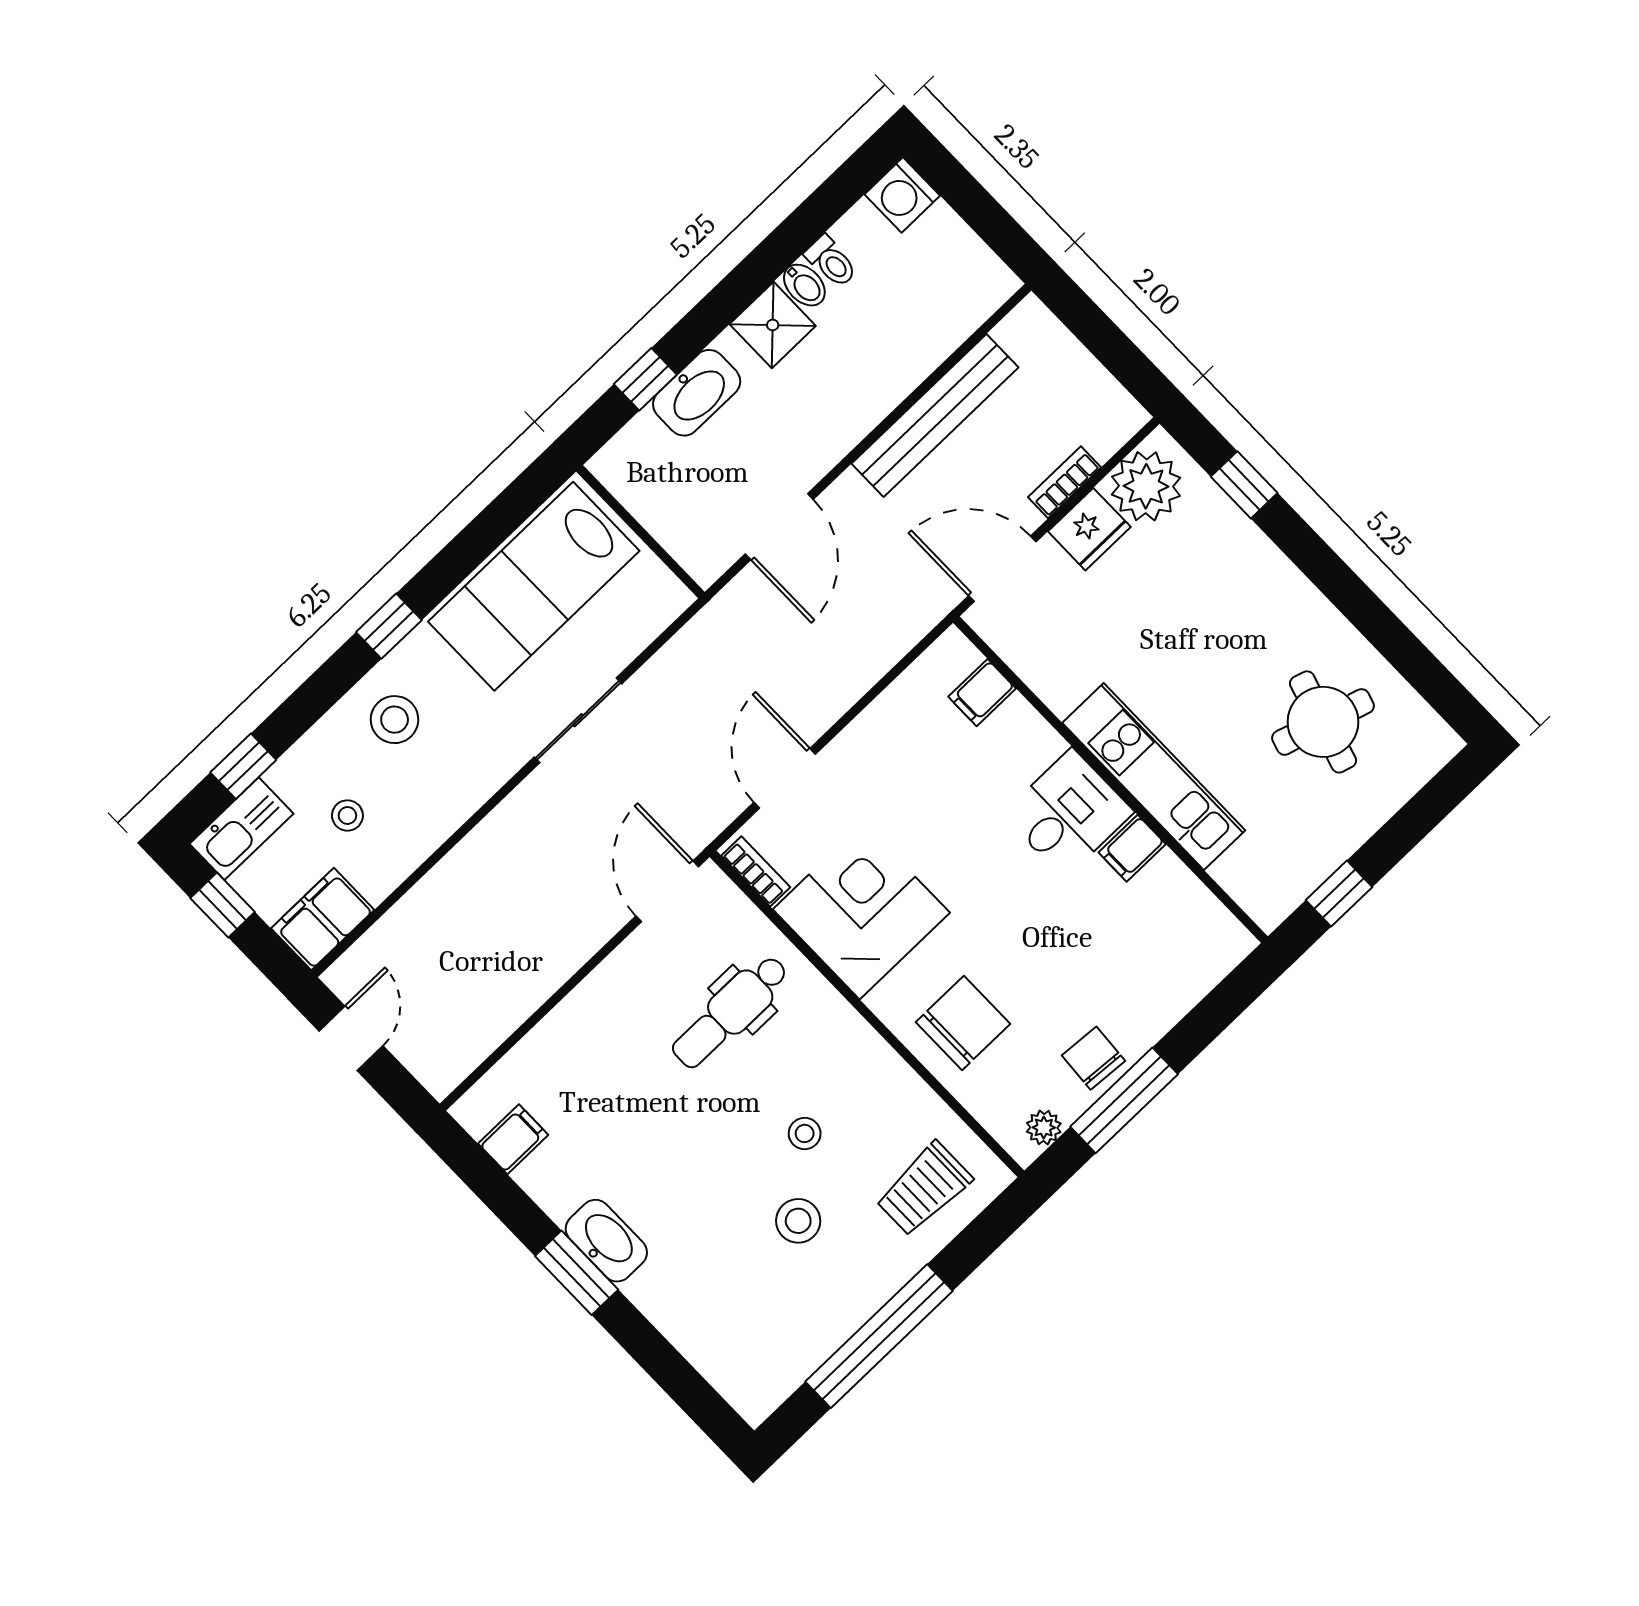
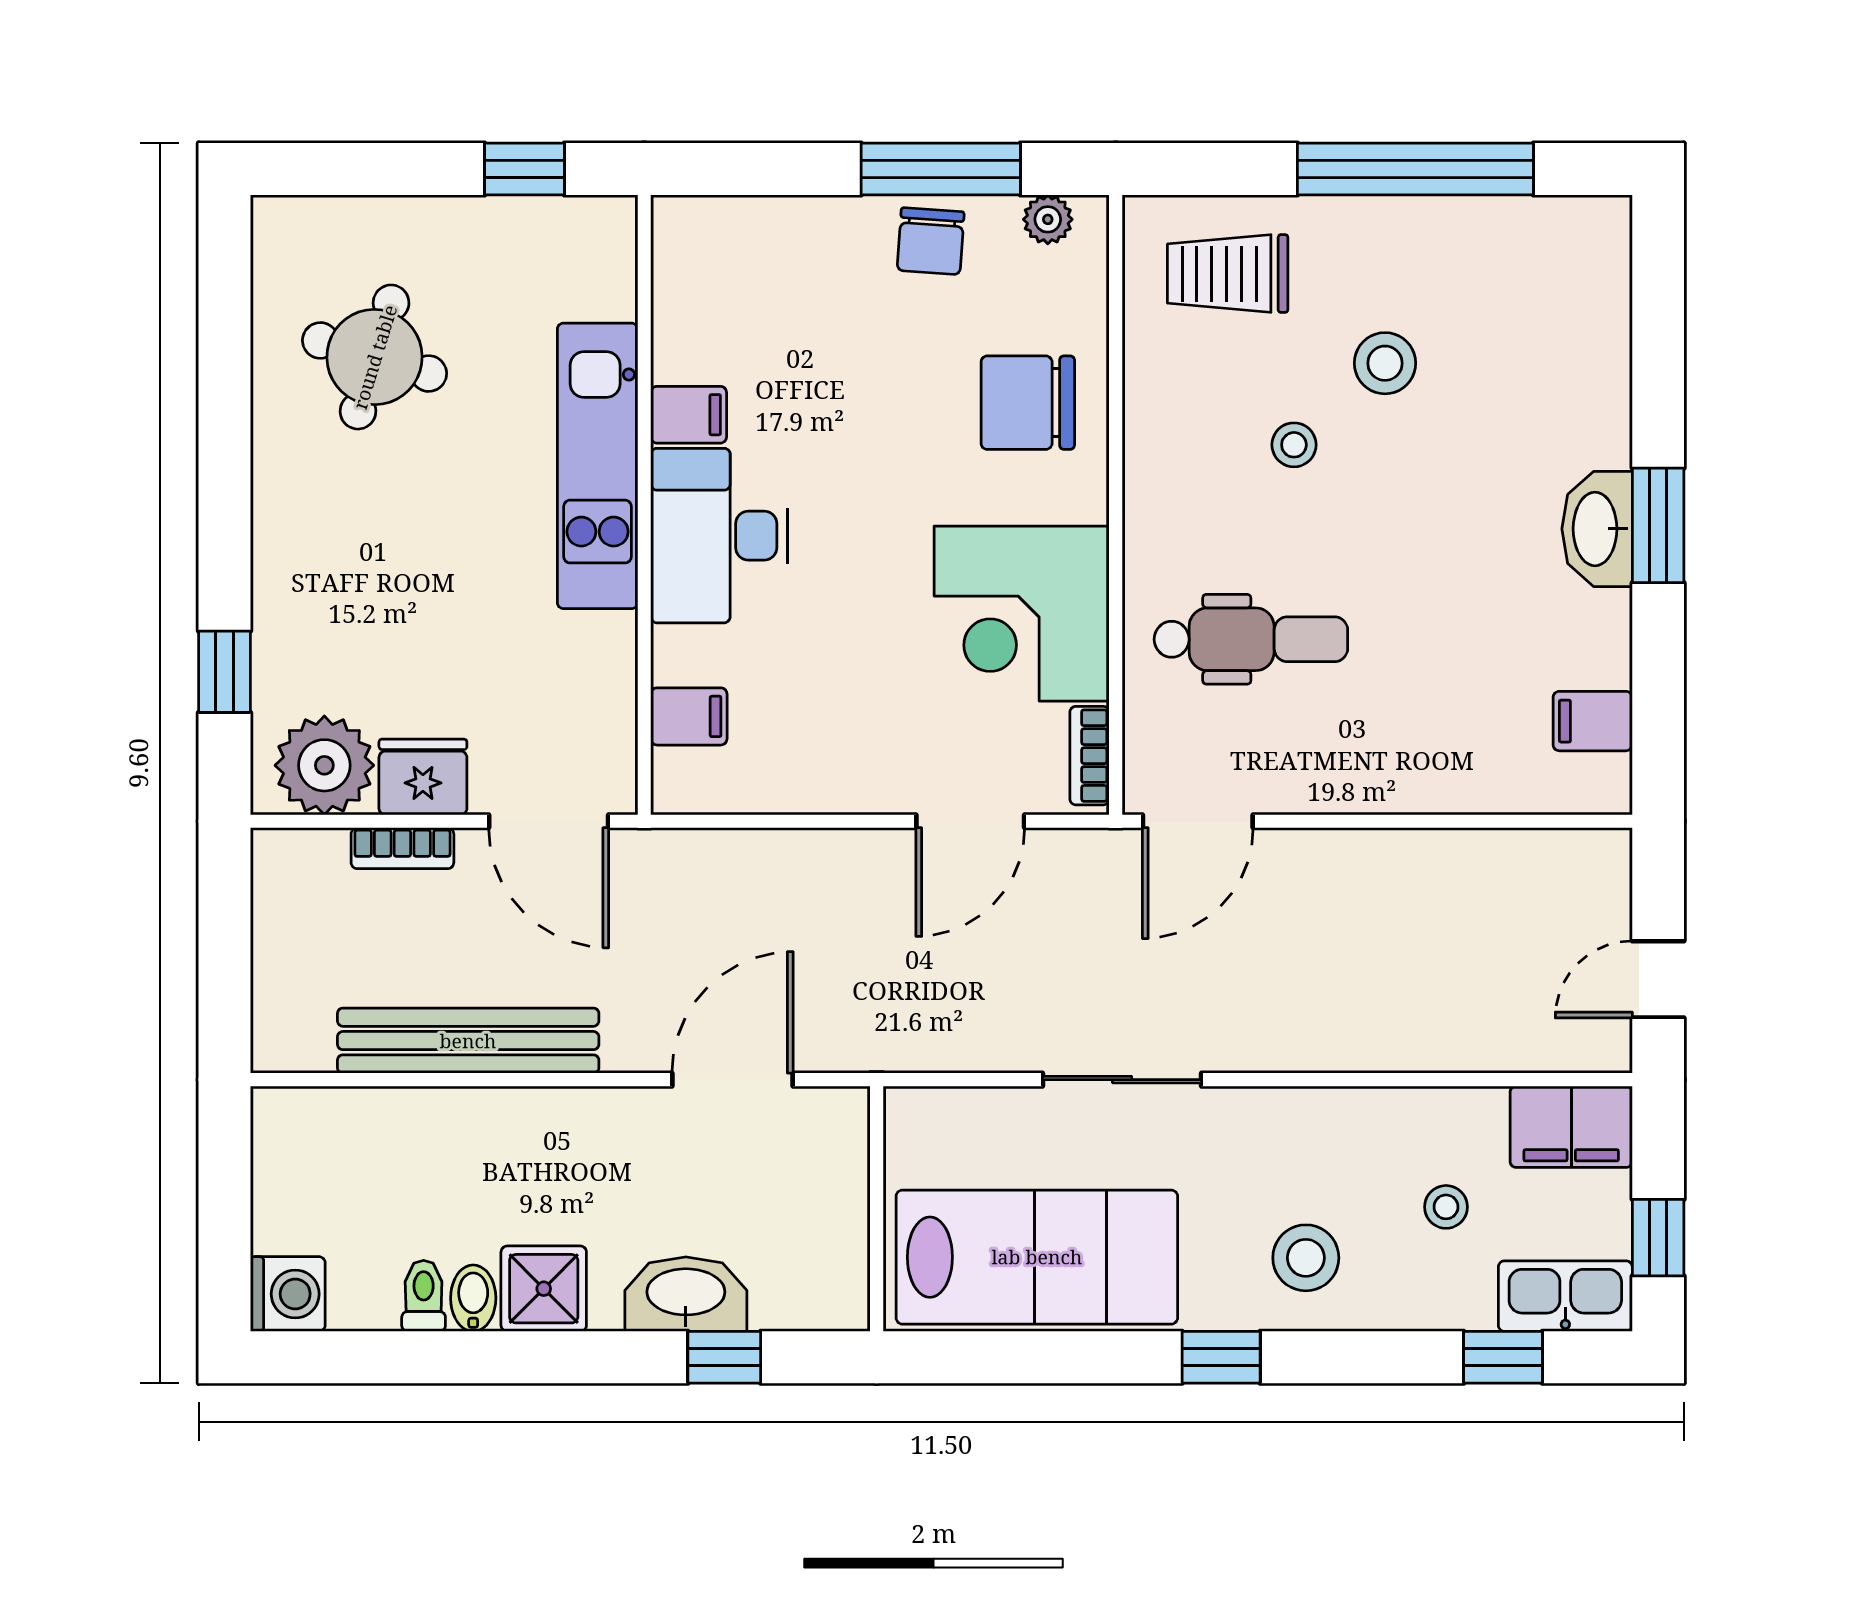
desk: (1068, 813) -> (719, 536), width x1.37
trolley: (924, 1189) -> (1228, 274), turned 180

